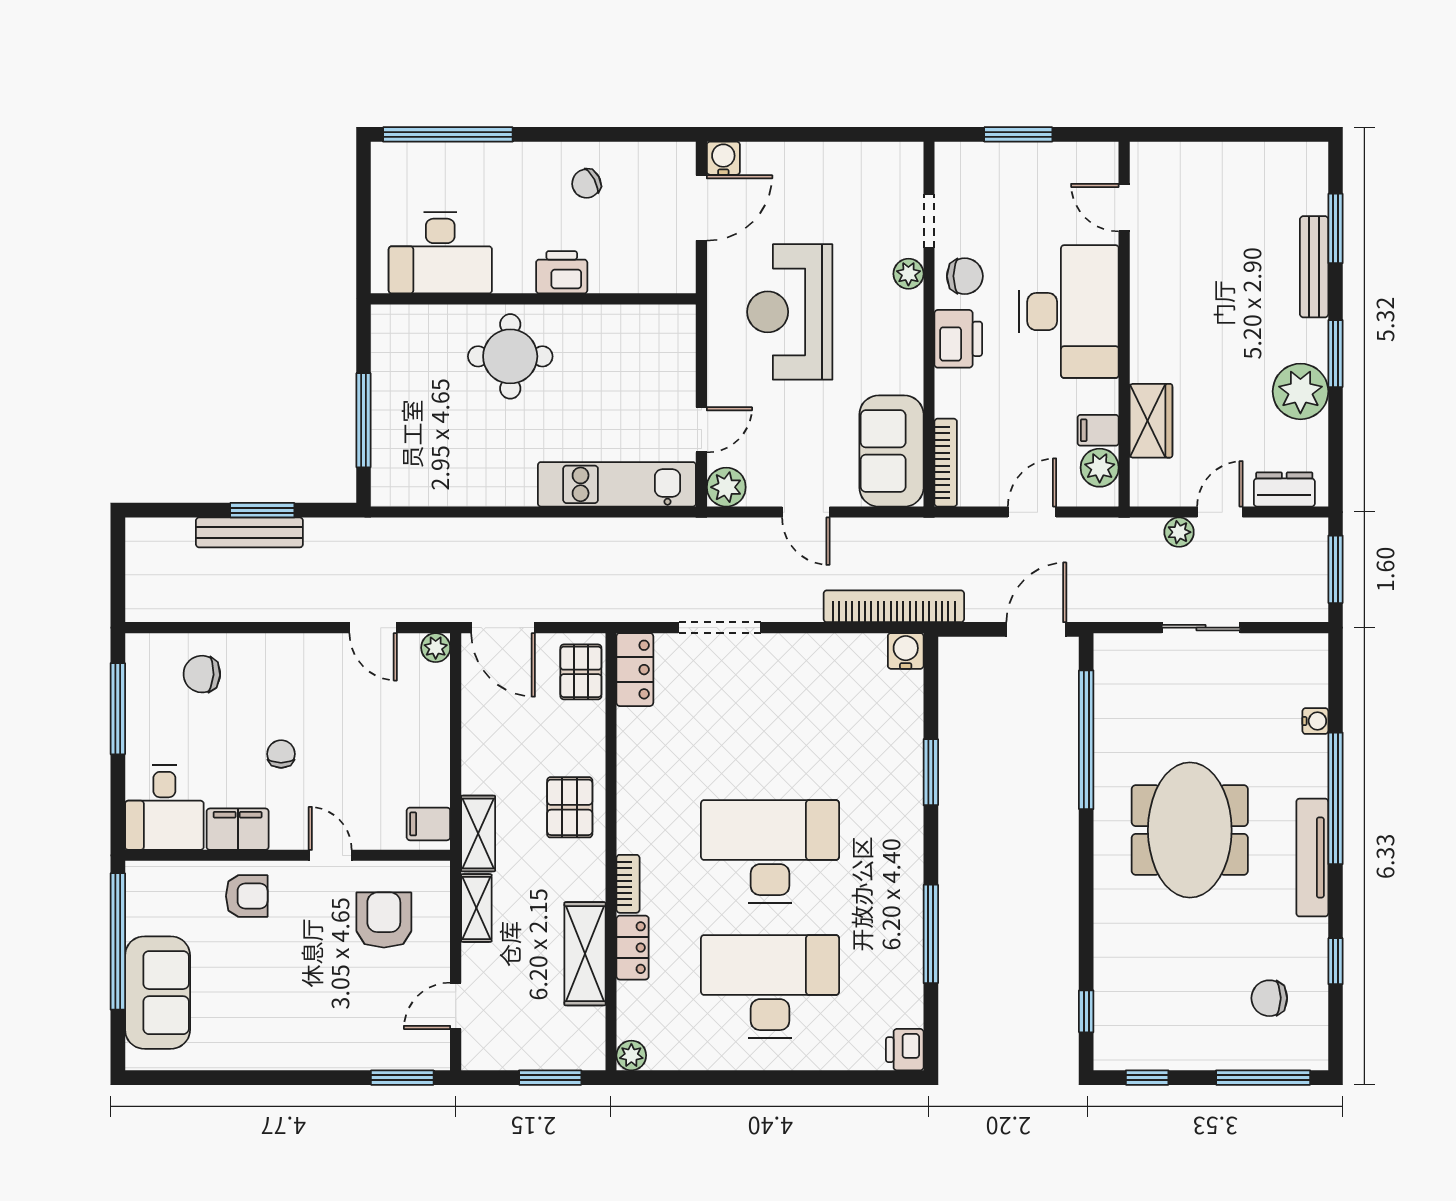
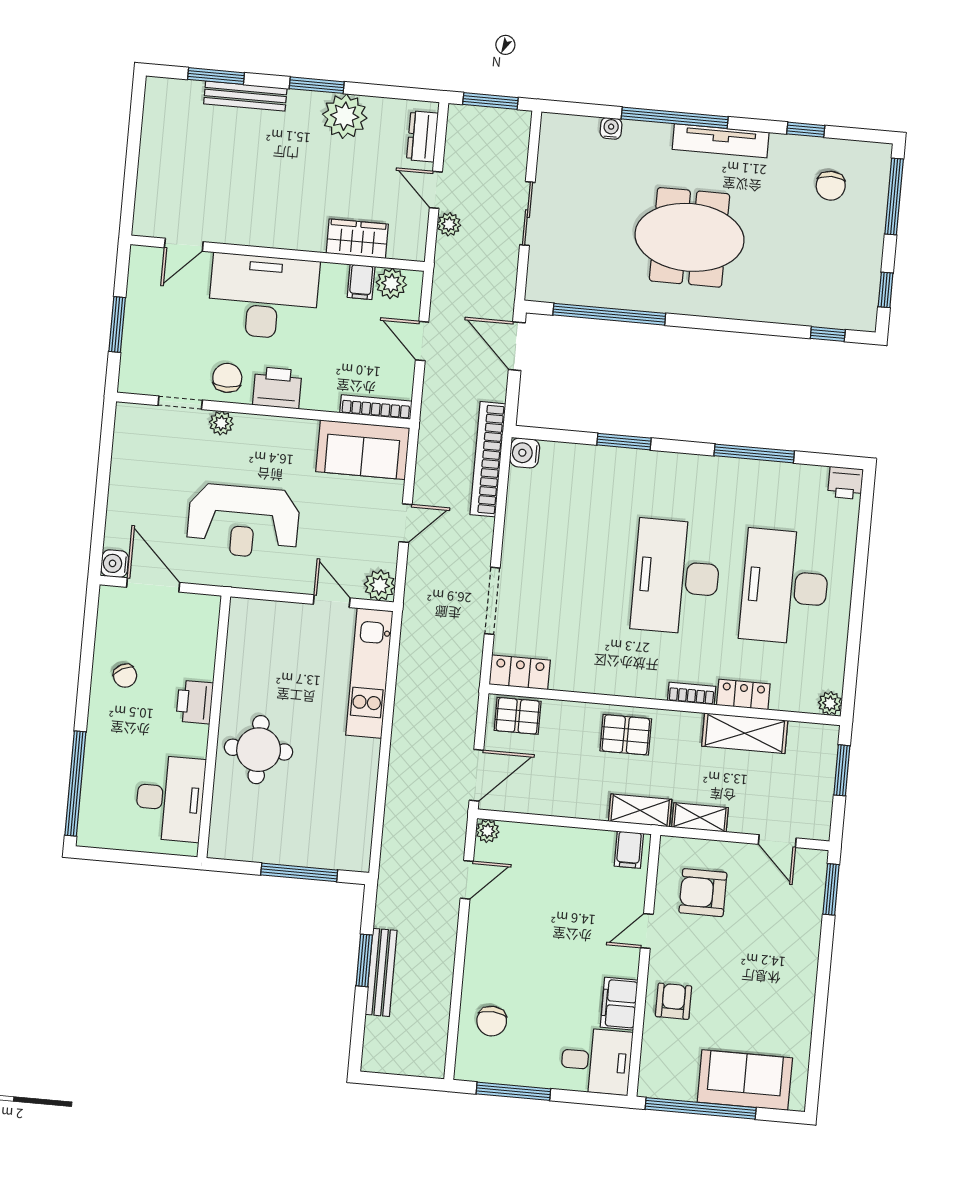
chair: (281, 754) -> (562, 963), removed

